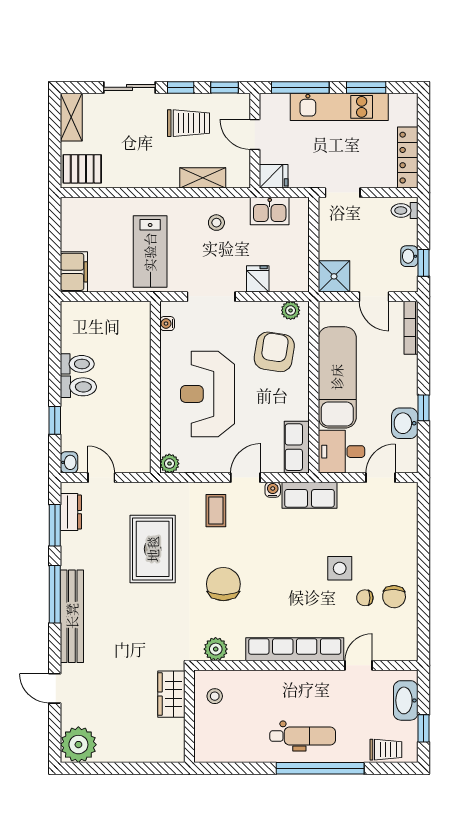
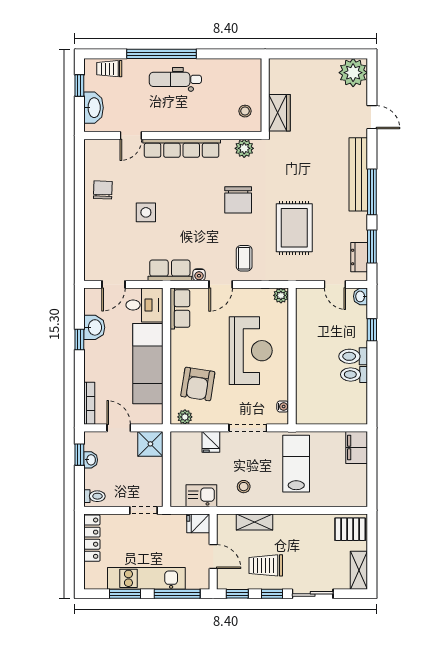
chair: (365, 598) -> (126, 189), removed

